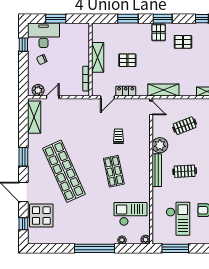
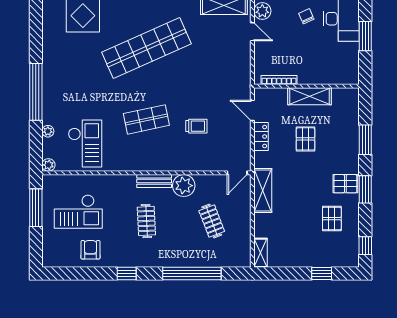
bench: (157, 170) -> (154, 181), width x0.73

